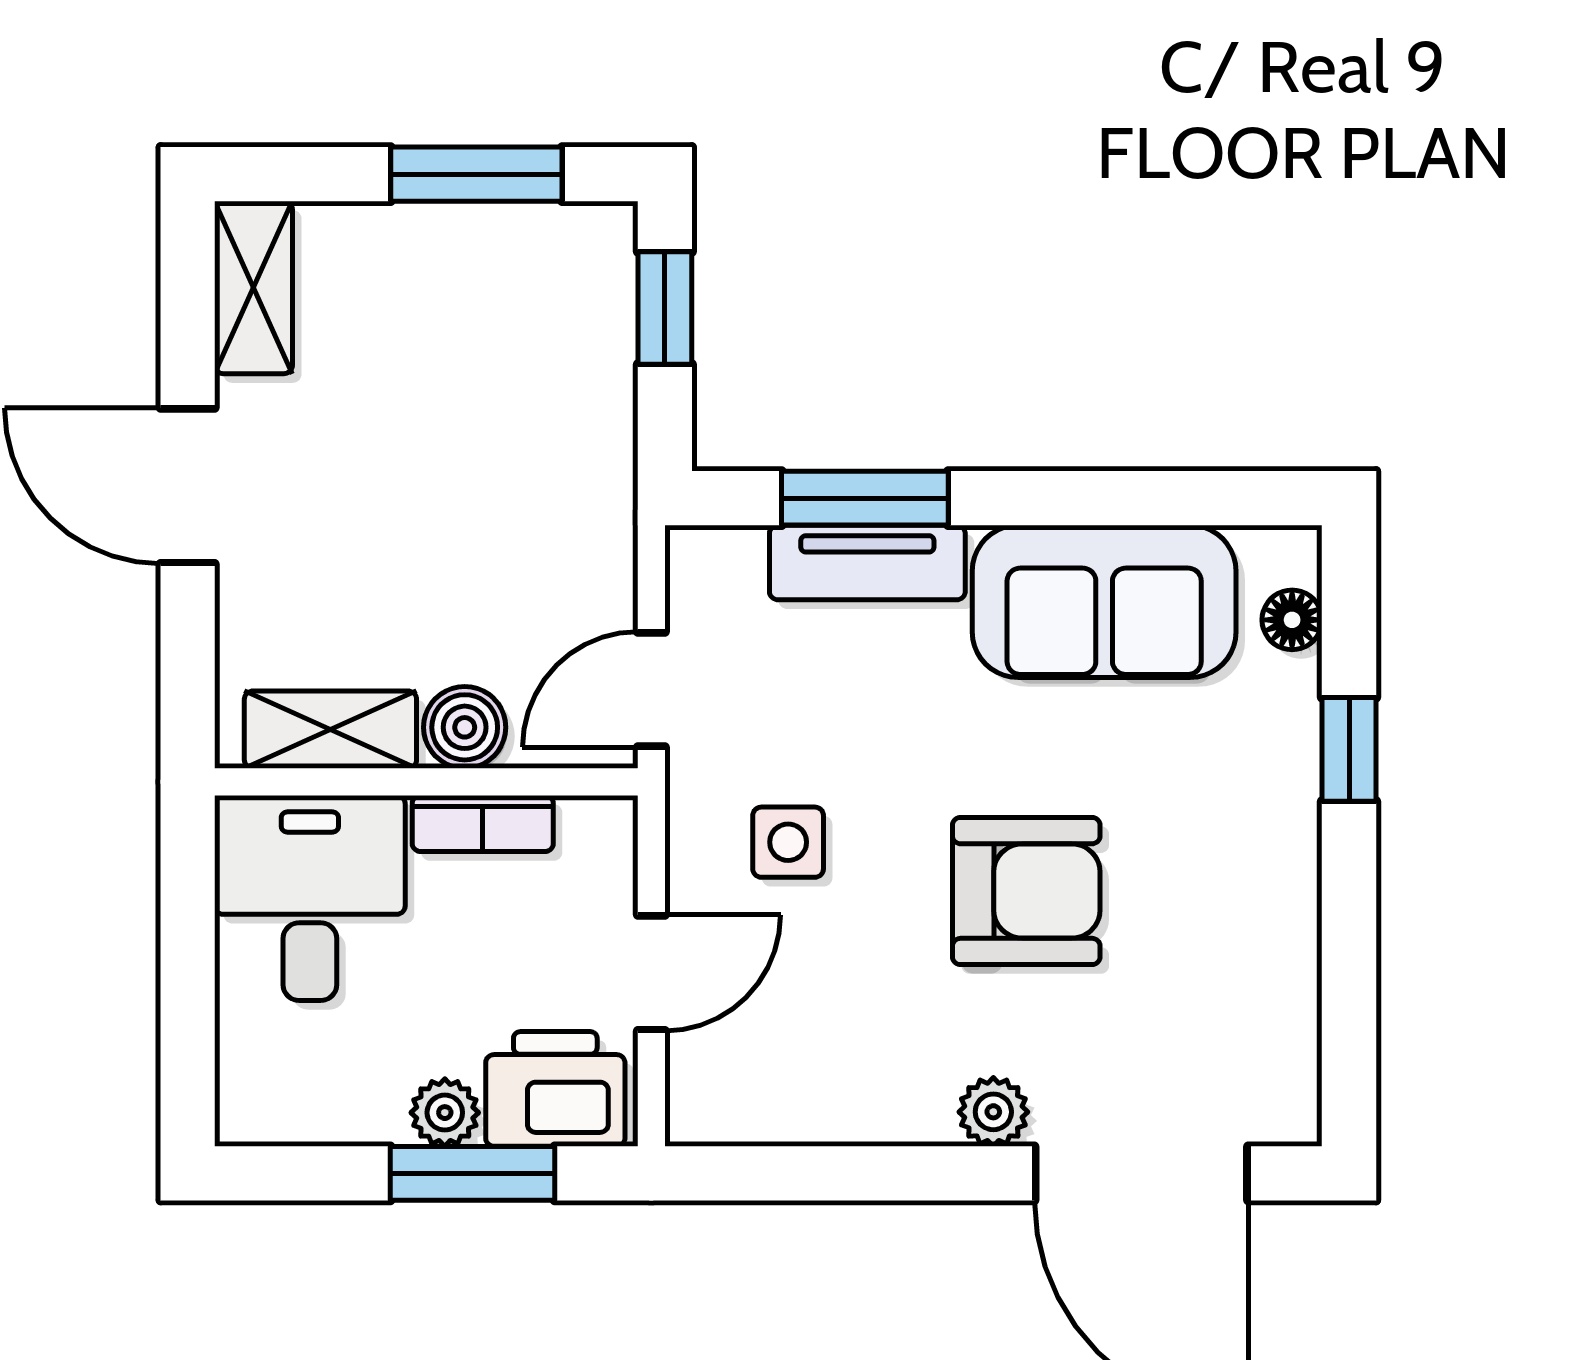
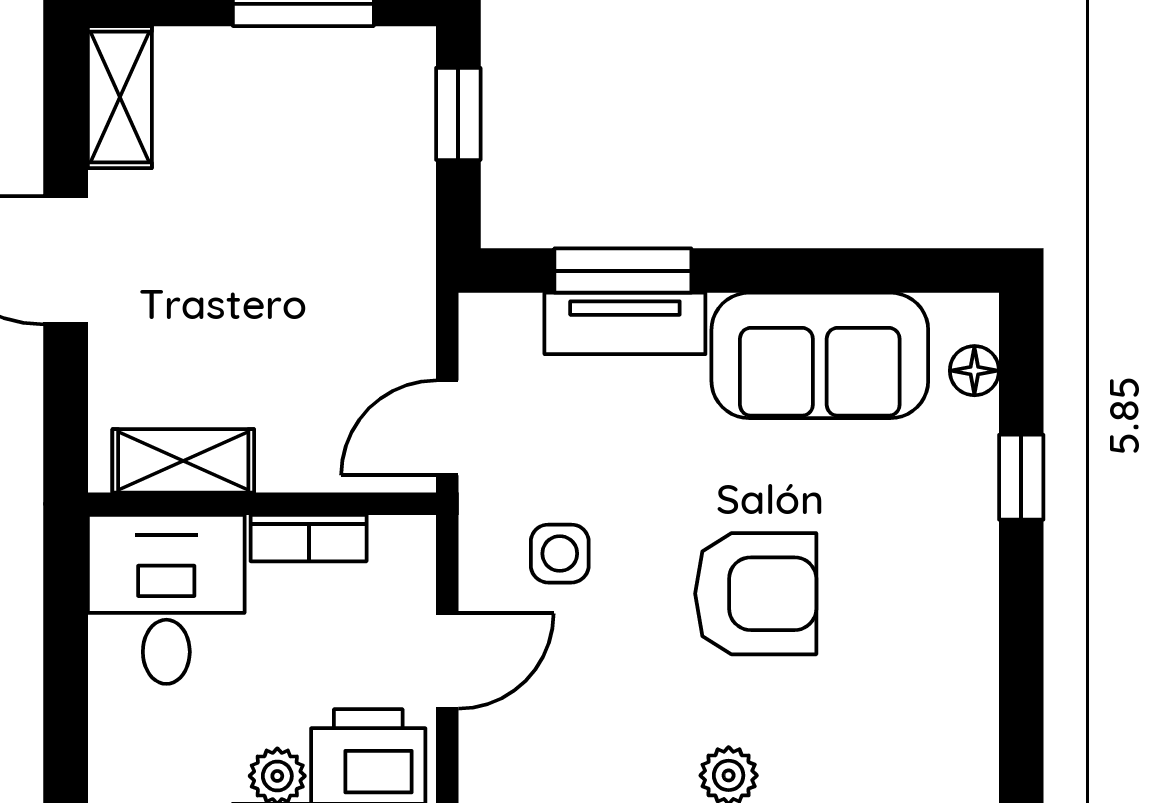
boiler: (465, 727) -> (294, 459), removed

